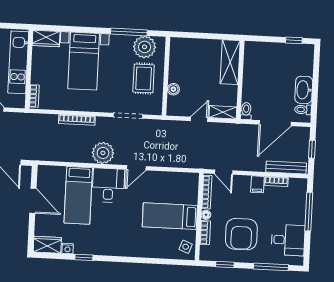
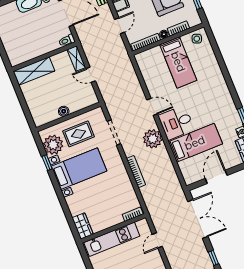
window: (129, 32) -> (47, 163), width x0.46
bed with nightstands: (84, 61) -> (79, 169), moved
boiler: (173, 89) -> (64, 111), moved
door: (224, 172) -> (120, 26), moved

